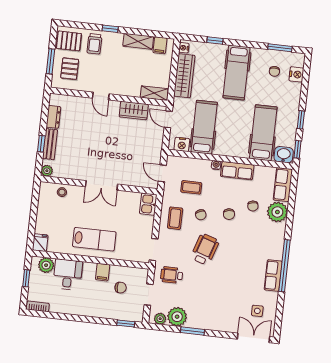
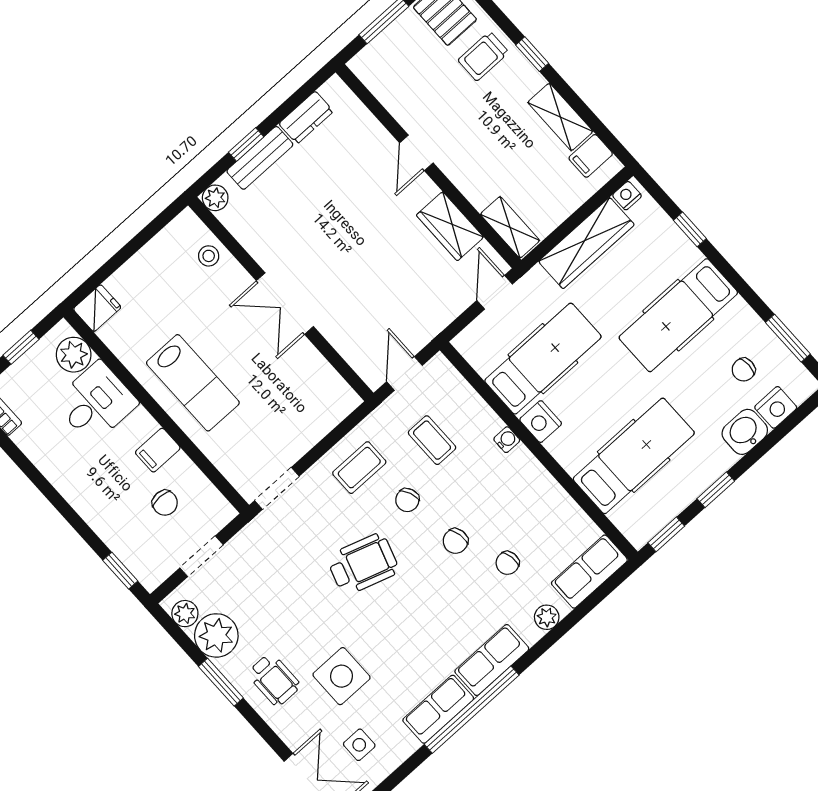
pallet: (70, 69) -> (405, 61), removed
nightstand: (182, 144) -> (541, 422), moved
washbasin: (284, 155) -> (745, 432), moved, turned -90
row of seats: (237, 171) -> (492, 660), moved, turned 90
kitchen sink: (148, 204) -> (335, 404), removed
plant: (277, 212) -> (547, 617), width x0.53, depth x0.53
wheelchair: (172, 275) -> (274, 680), moved, turned 180
side table: (231, 293) -> (342, 676), added

